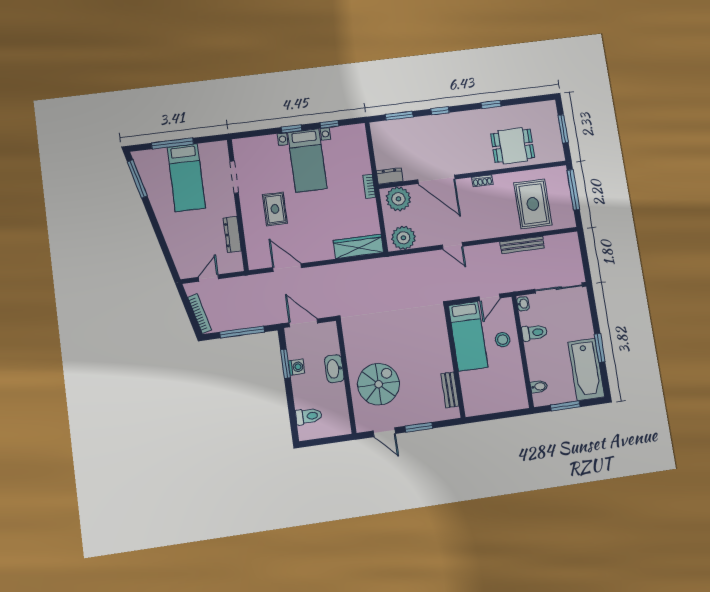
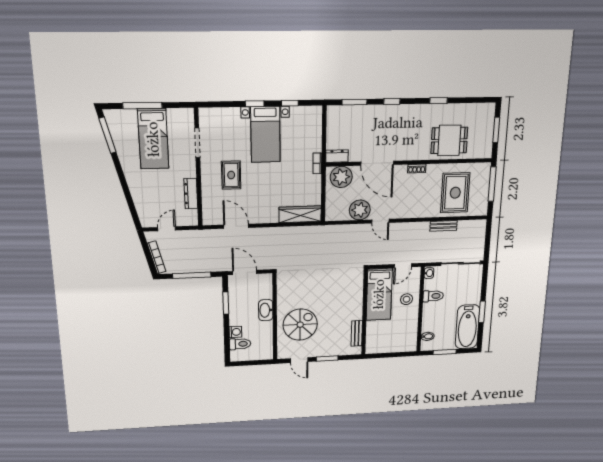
plant: (403, 238) -> (360, 210), moved
bench: (522, 245) -> (443, 226), width x0.73
washing machine: (297, 367) -> (235, 332), moved

